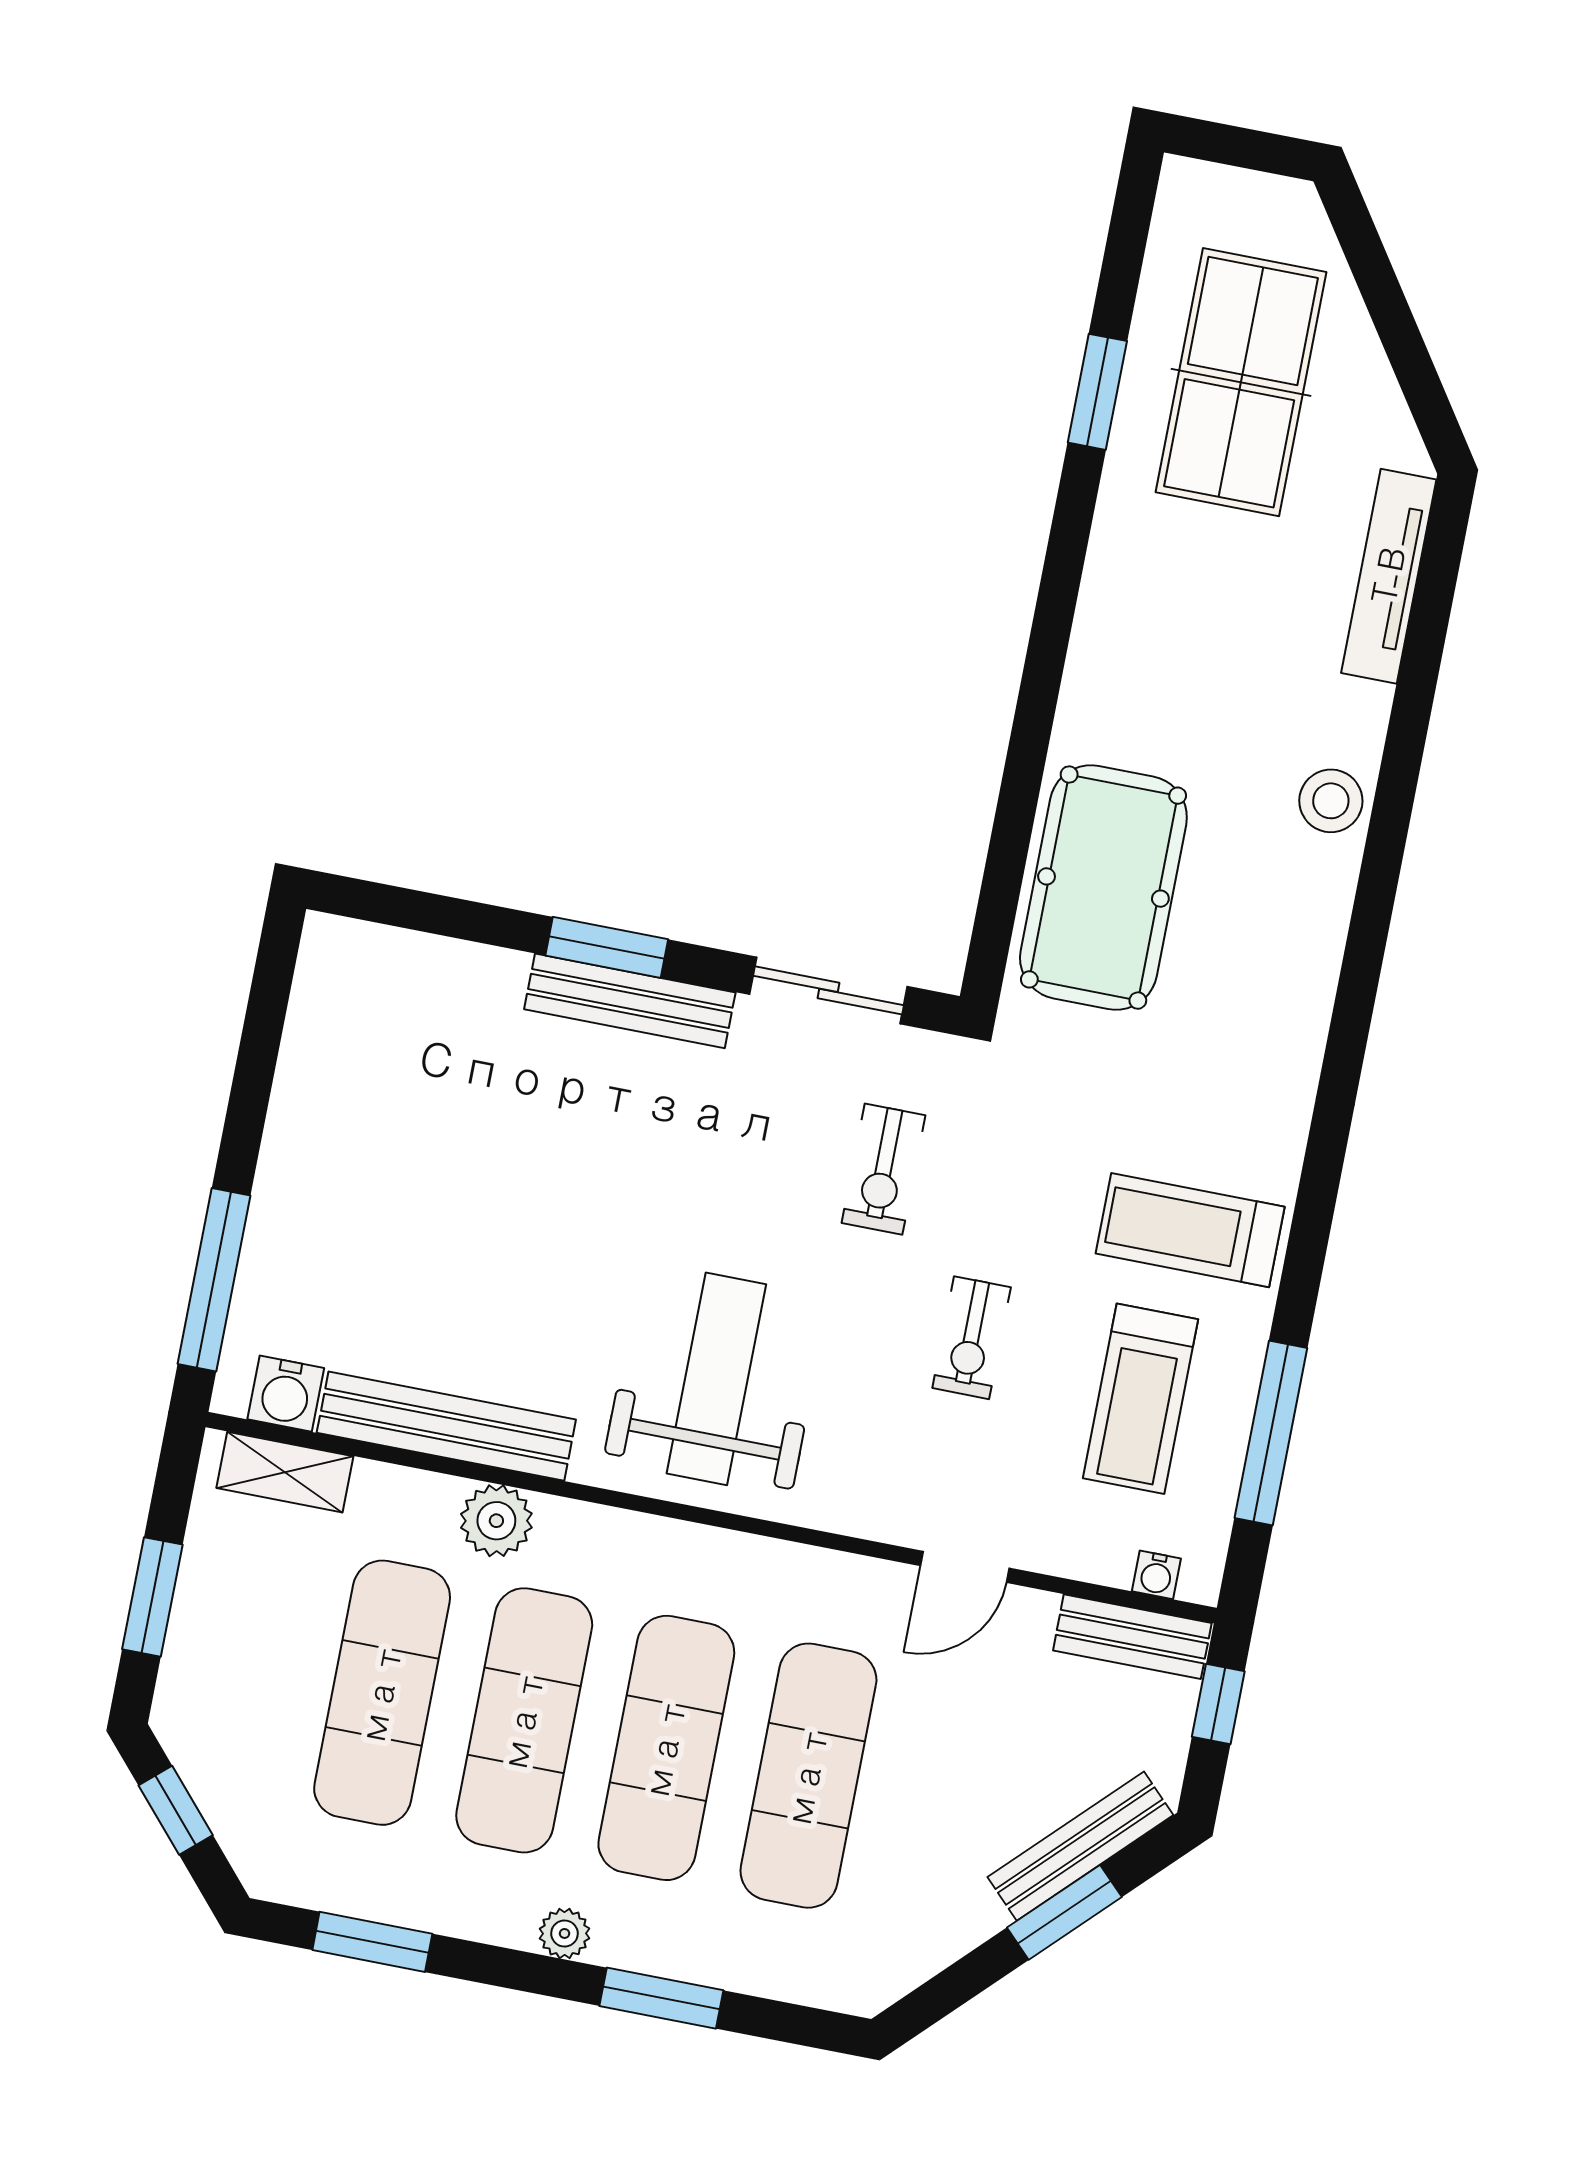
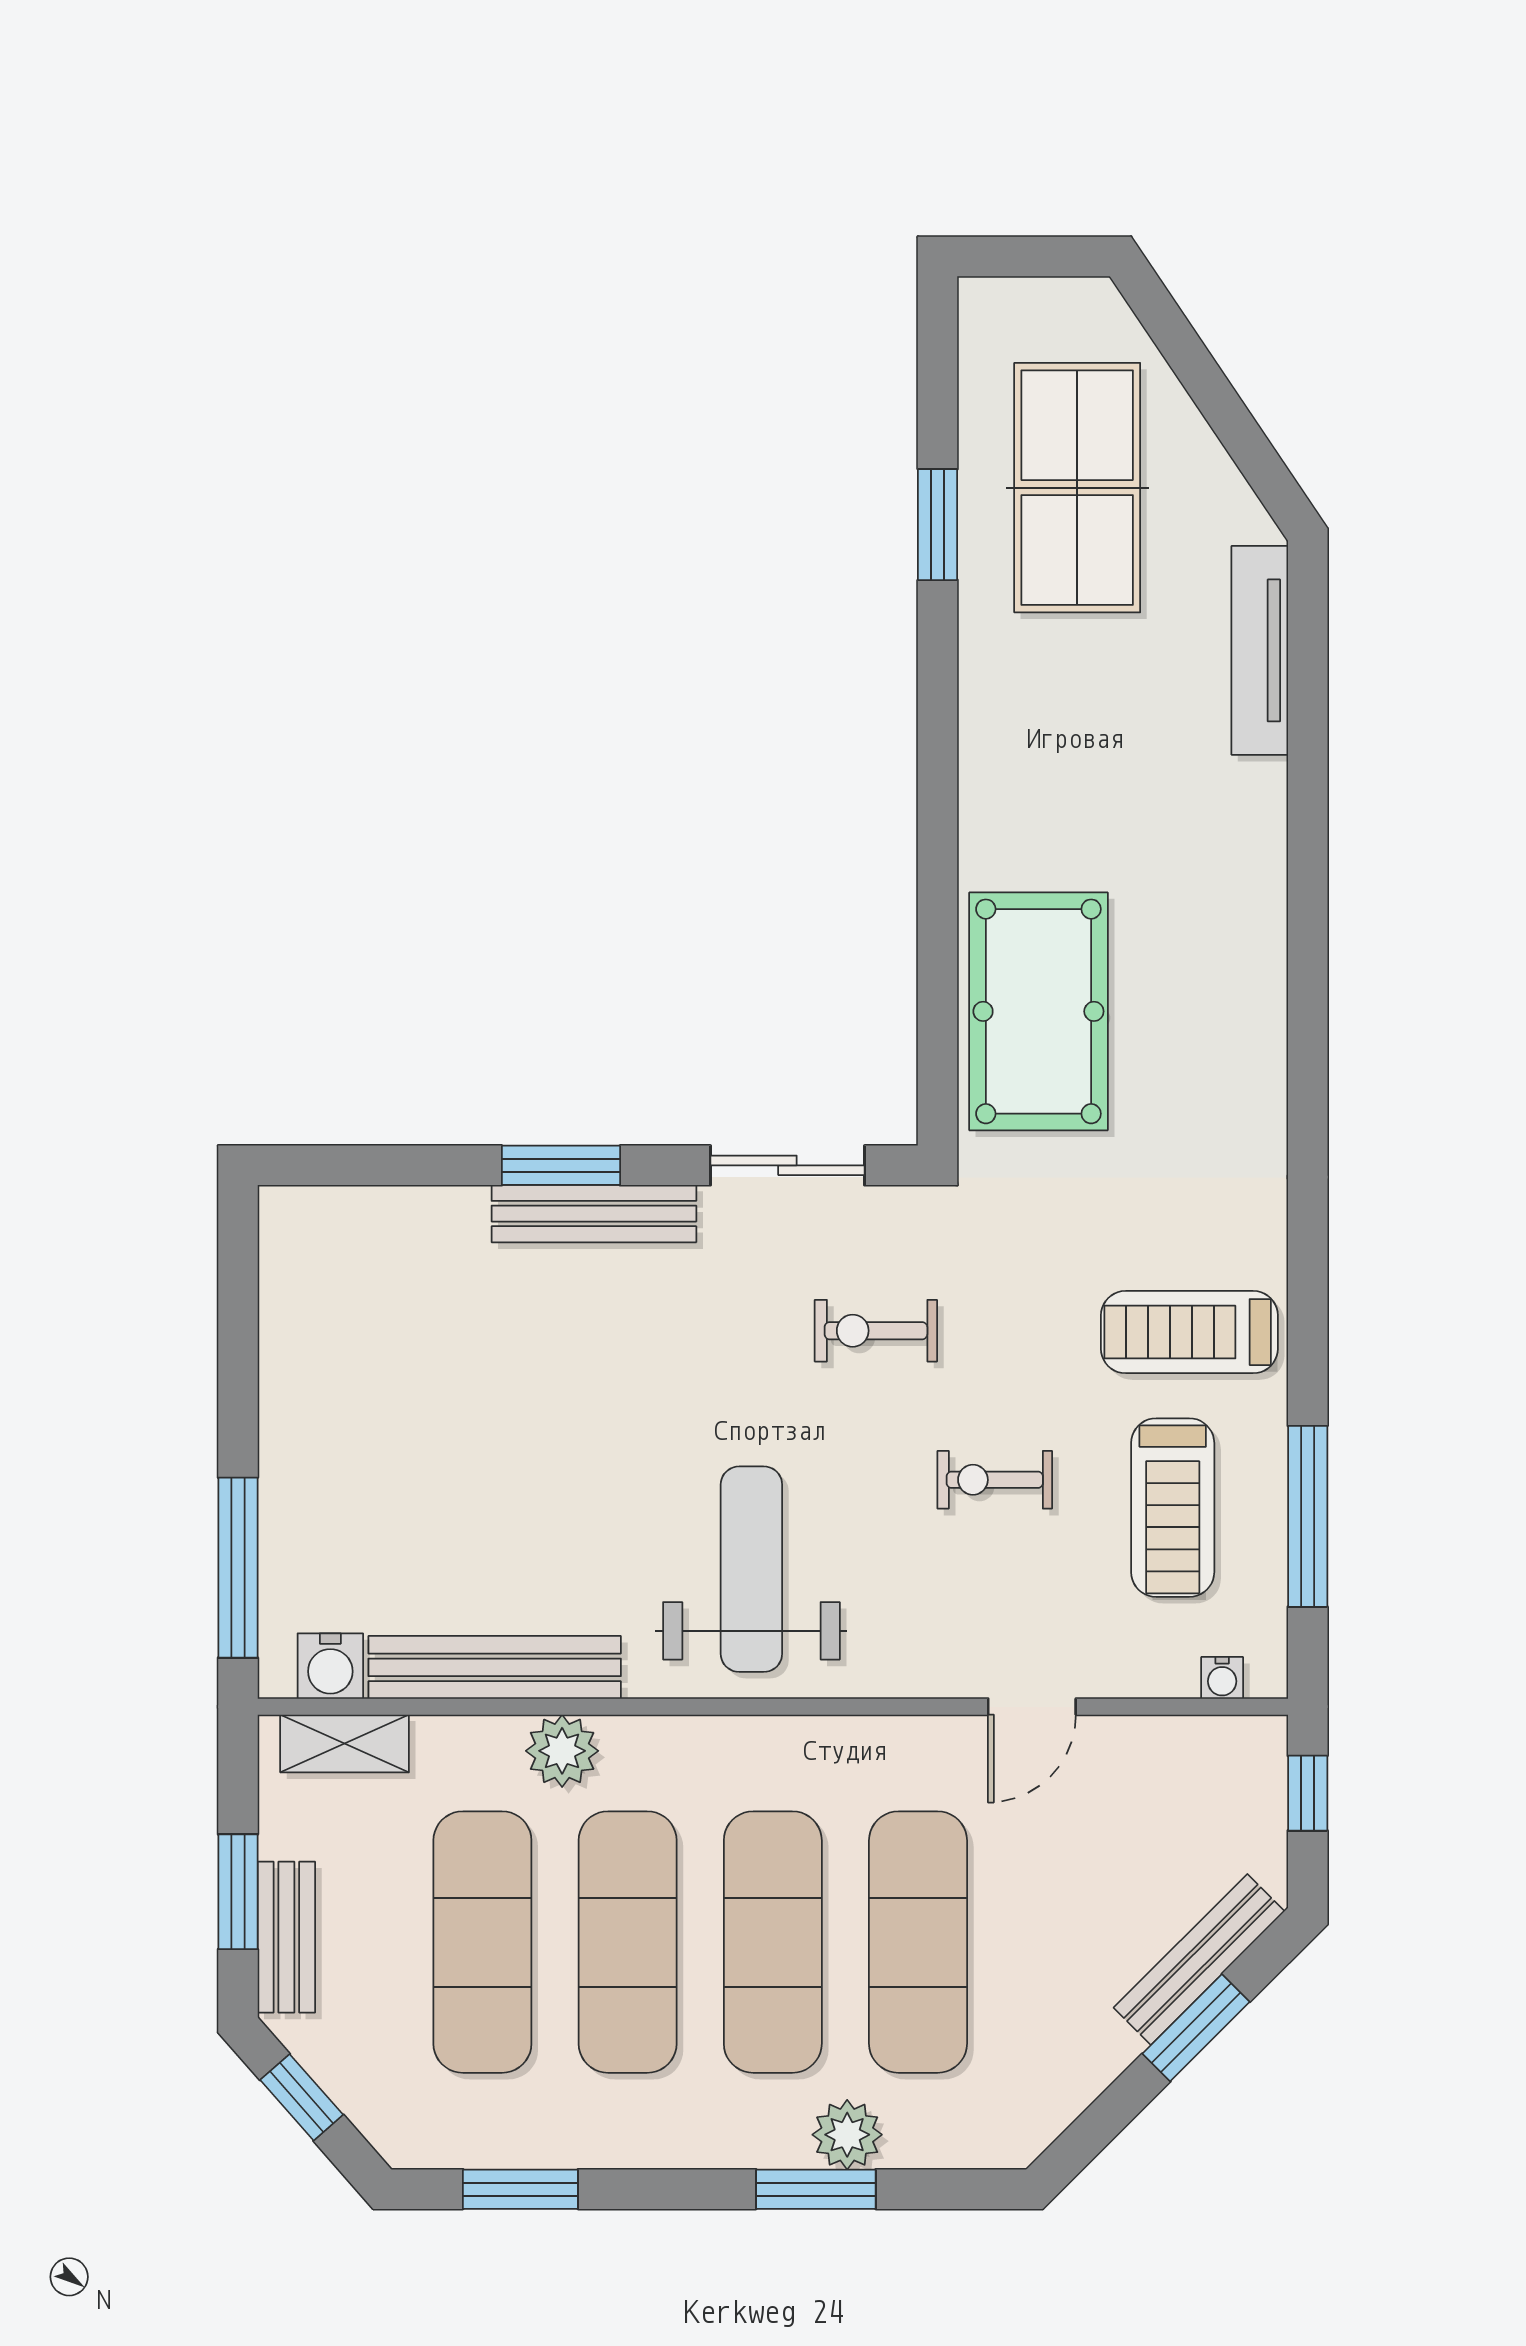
stool: (1331, 801) -> (1246, 883), removed
exercise bike: (884, 1169) -> (876, 1331), turned 90
exercise bike: (972, 1338) -> (995, 1480), turned 90
bench: (1132, 1637) -> (286, 1937), moved, turned 90
plant: (564, 1933) -> (847, 2135), moved, width x1.38, depth x1.38

